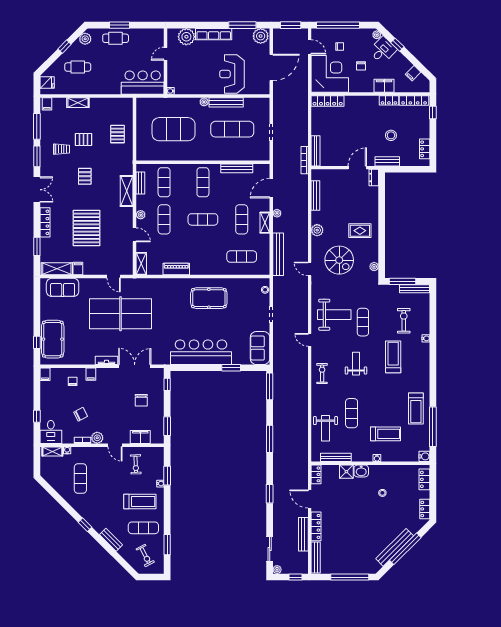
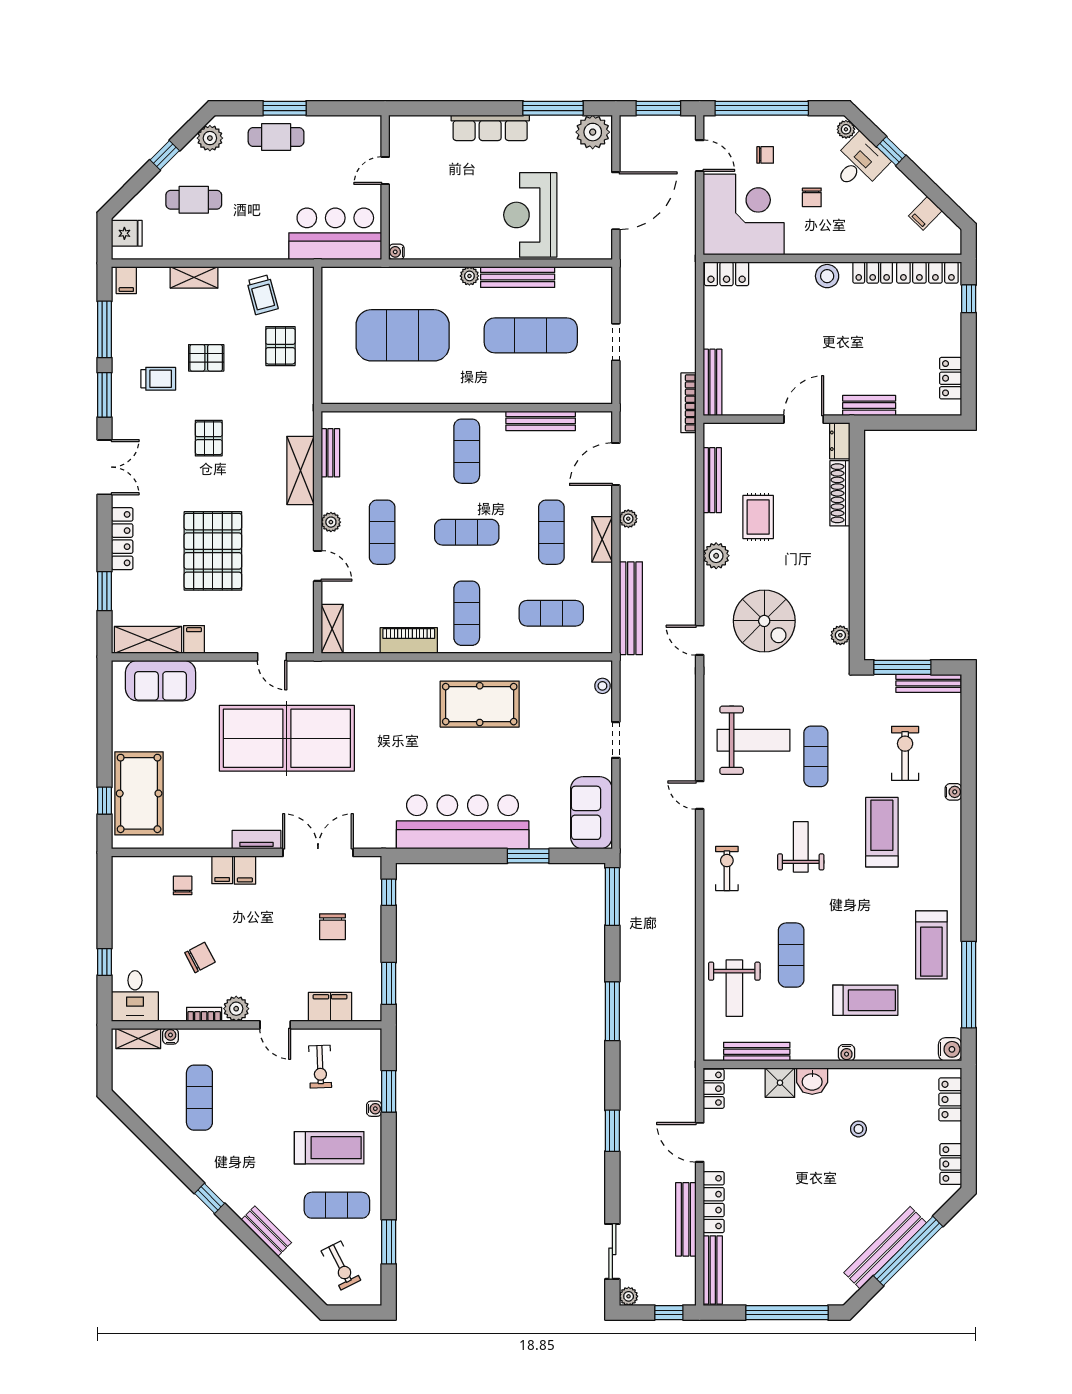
plant: (186, 37) -> (431, 134), removed
filing cabinet: (384, 86) -> (862, 240), removed
locker: (328, 101) -> (727, 274), width x0.66
trolley: (109, 111) -> (262, 295), added
stool: (391, 135) -> (827, 276), moved
exercise mat: (164, 182) -> (467, 613), moved
shoe rack: (374, 202) -> (840, 493), added
rug: (360, 231) -> (758, 517), moved, turned 90
filing cabinet: (45, 374) -> (245, 870), moved

